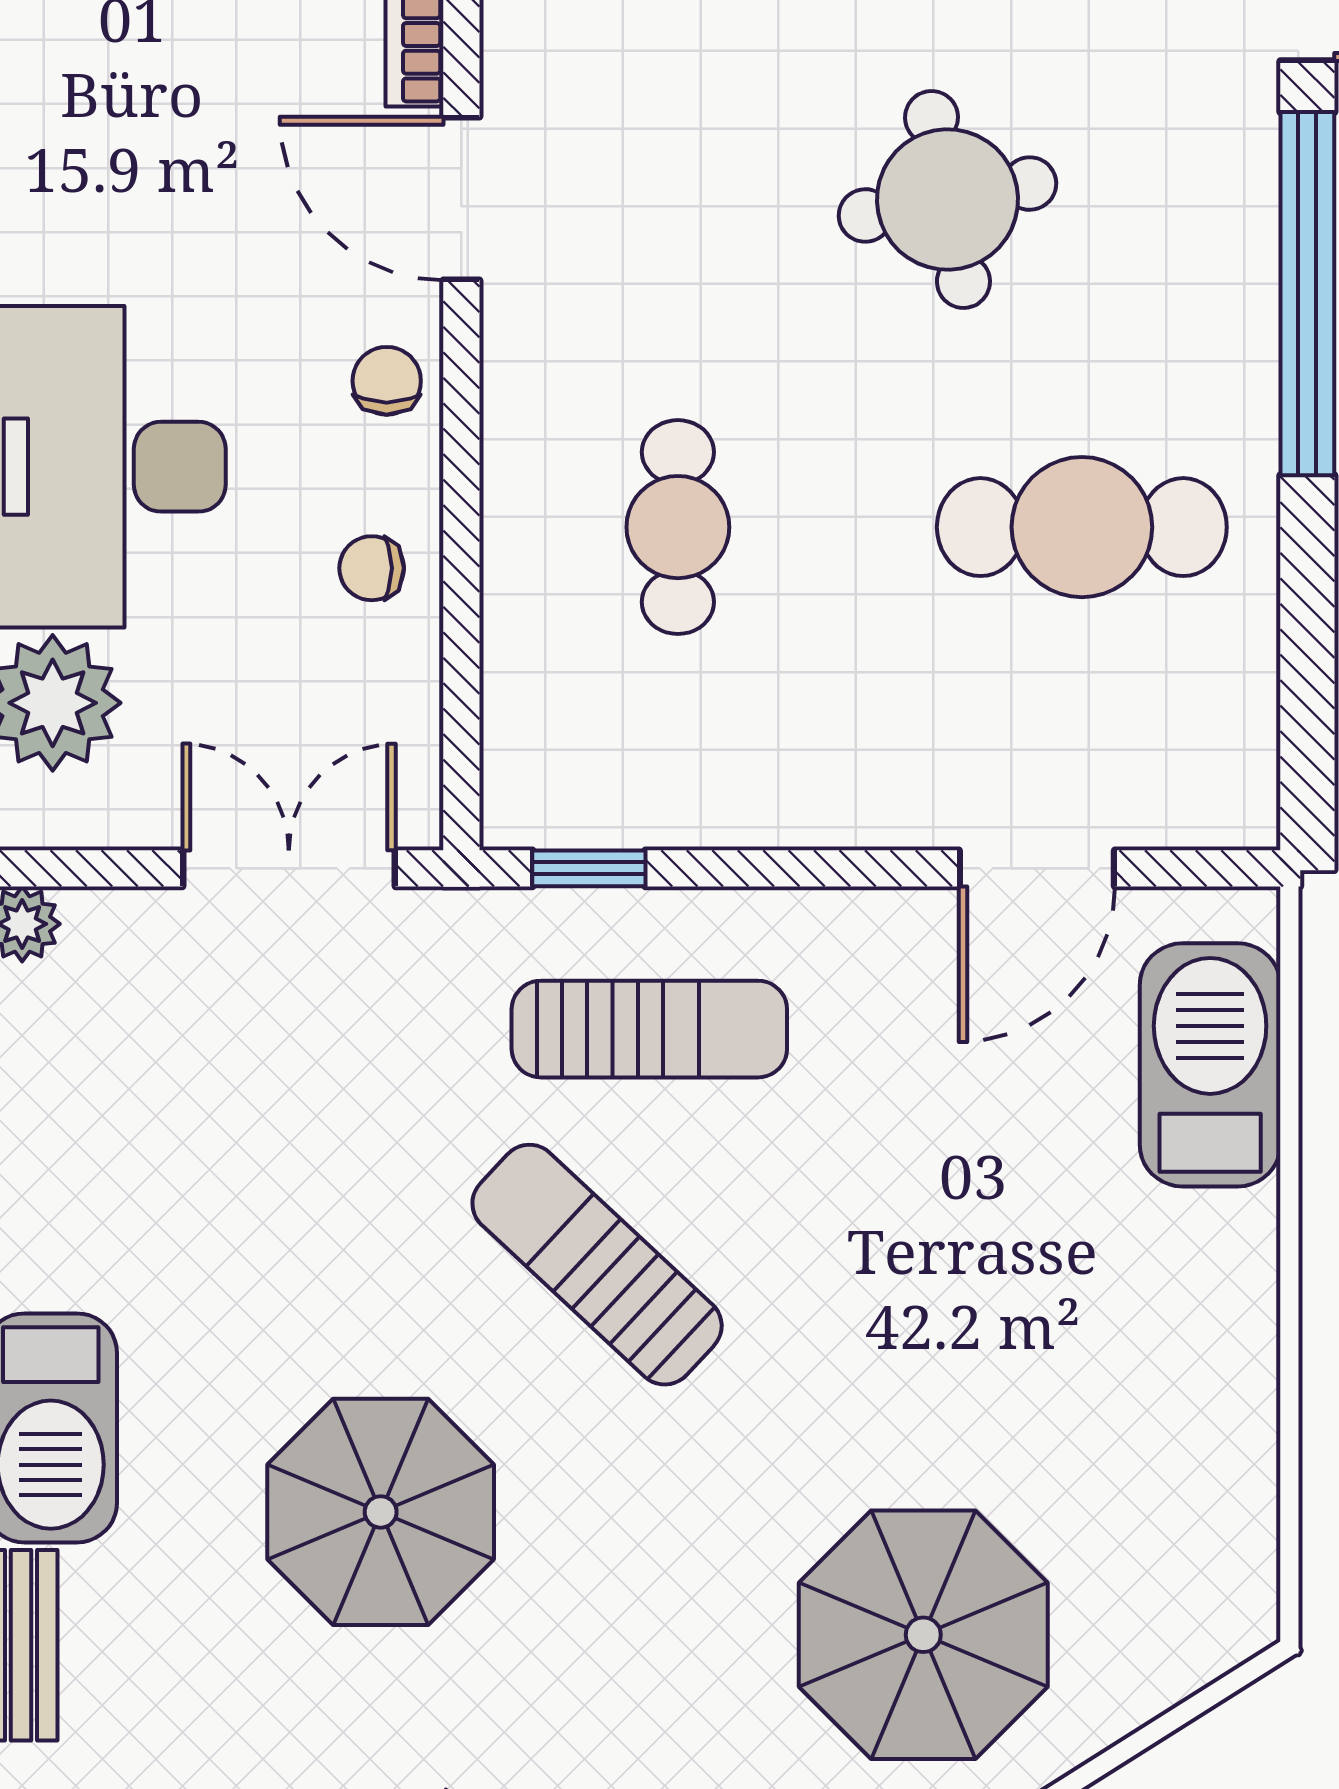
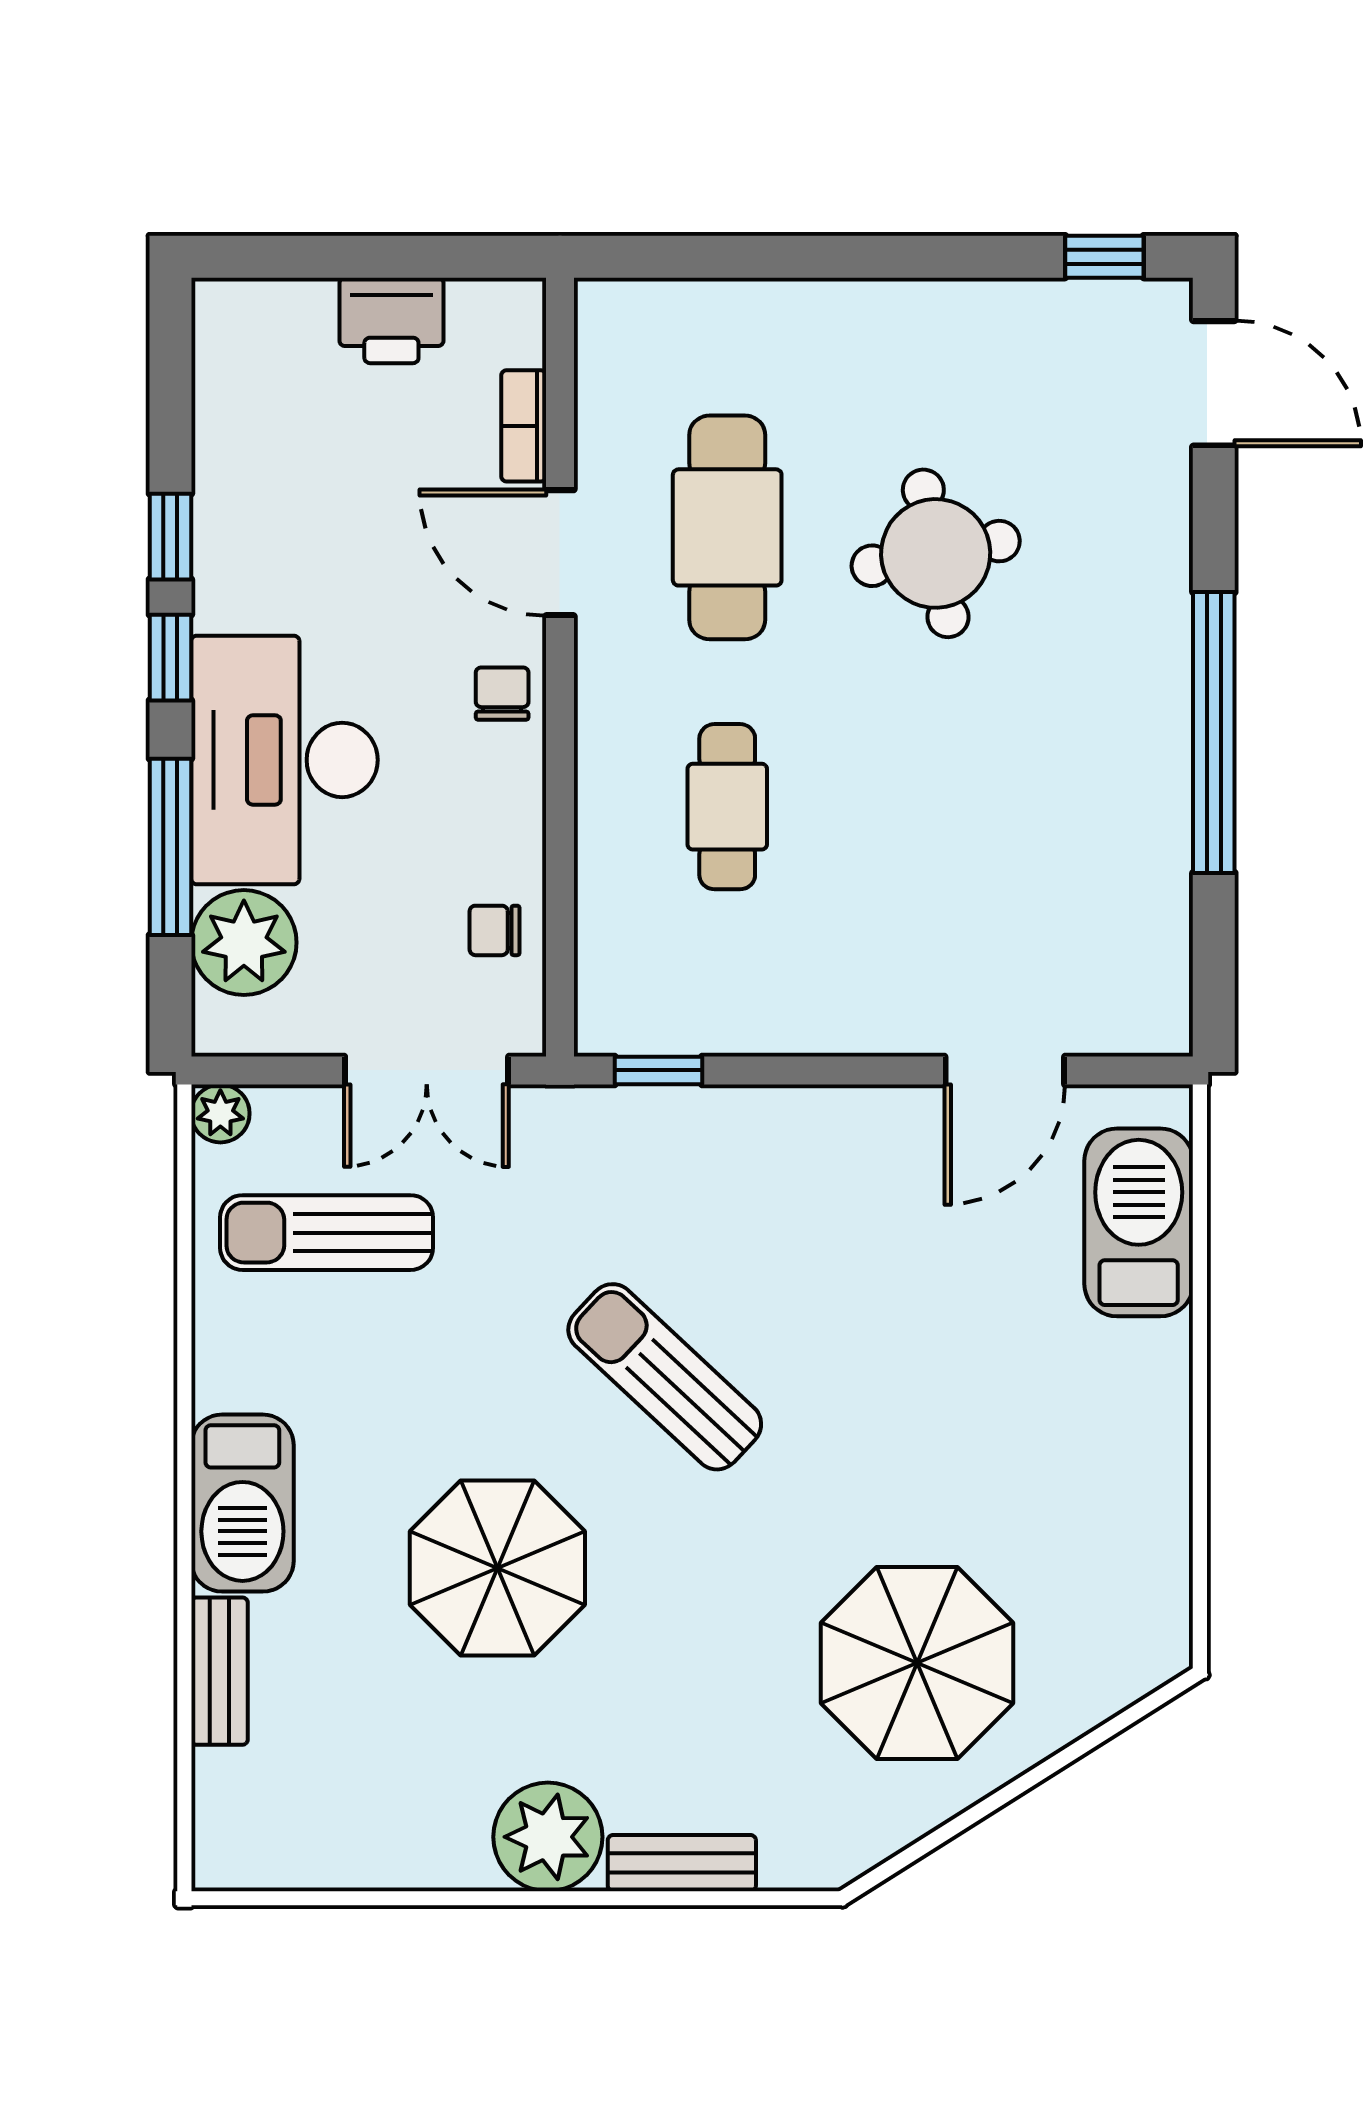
window: (1307, 294) -> (1214, 732), moved
cafe table: (1082, 527) -> (727, 527), moved, turned 90
chair: (372, 568) -> (495, 930), moved
double door: (289, 868) -> (427, 1070), swing flipped
sun lounger: (649, 1029) -> (327, 1233), moved, turned 180

